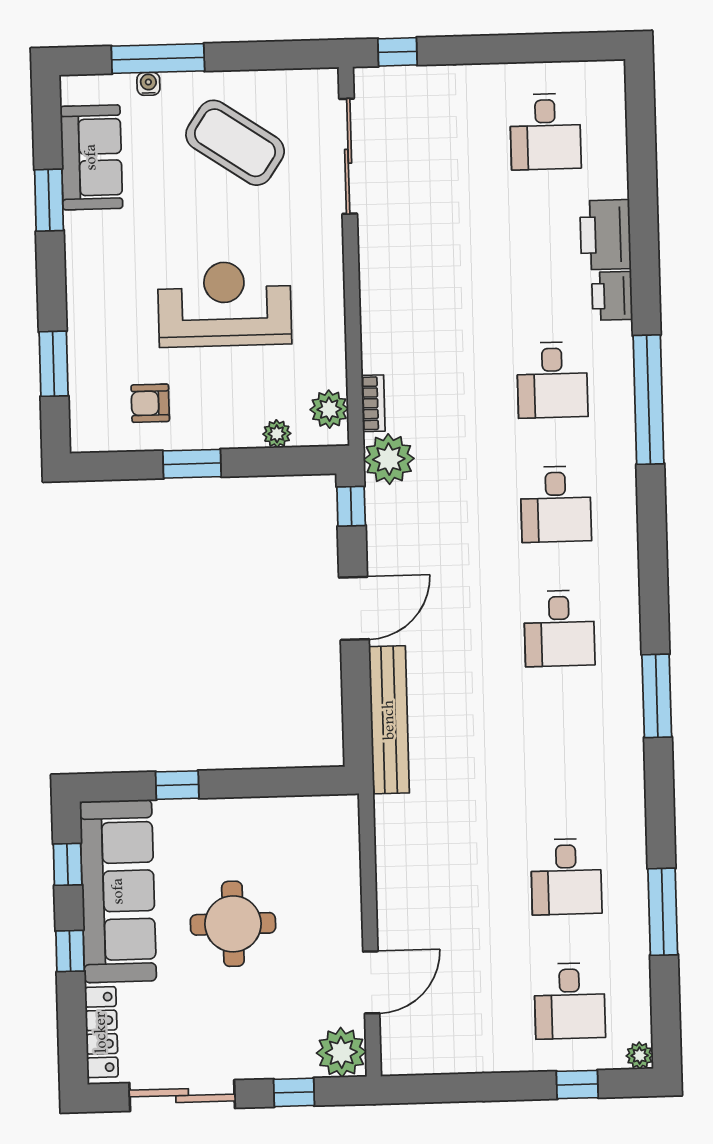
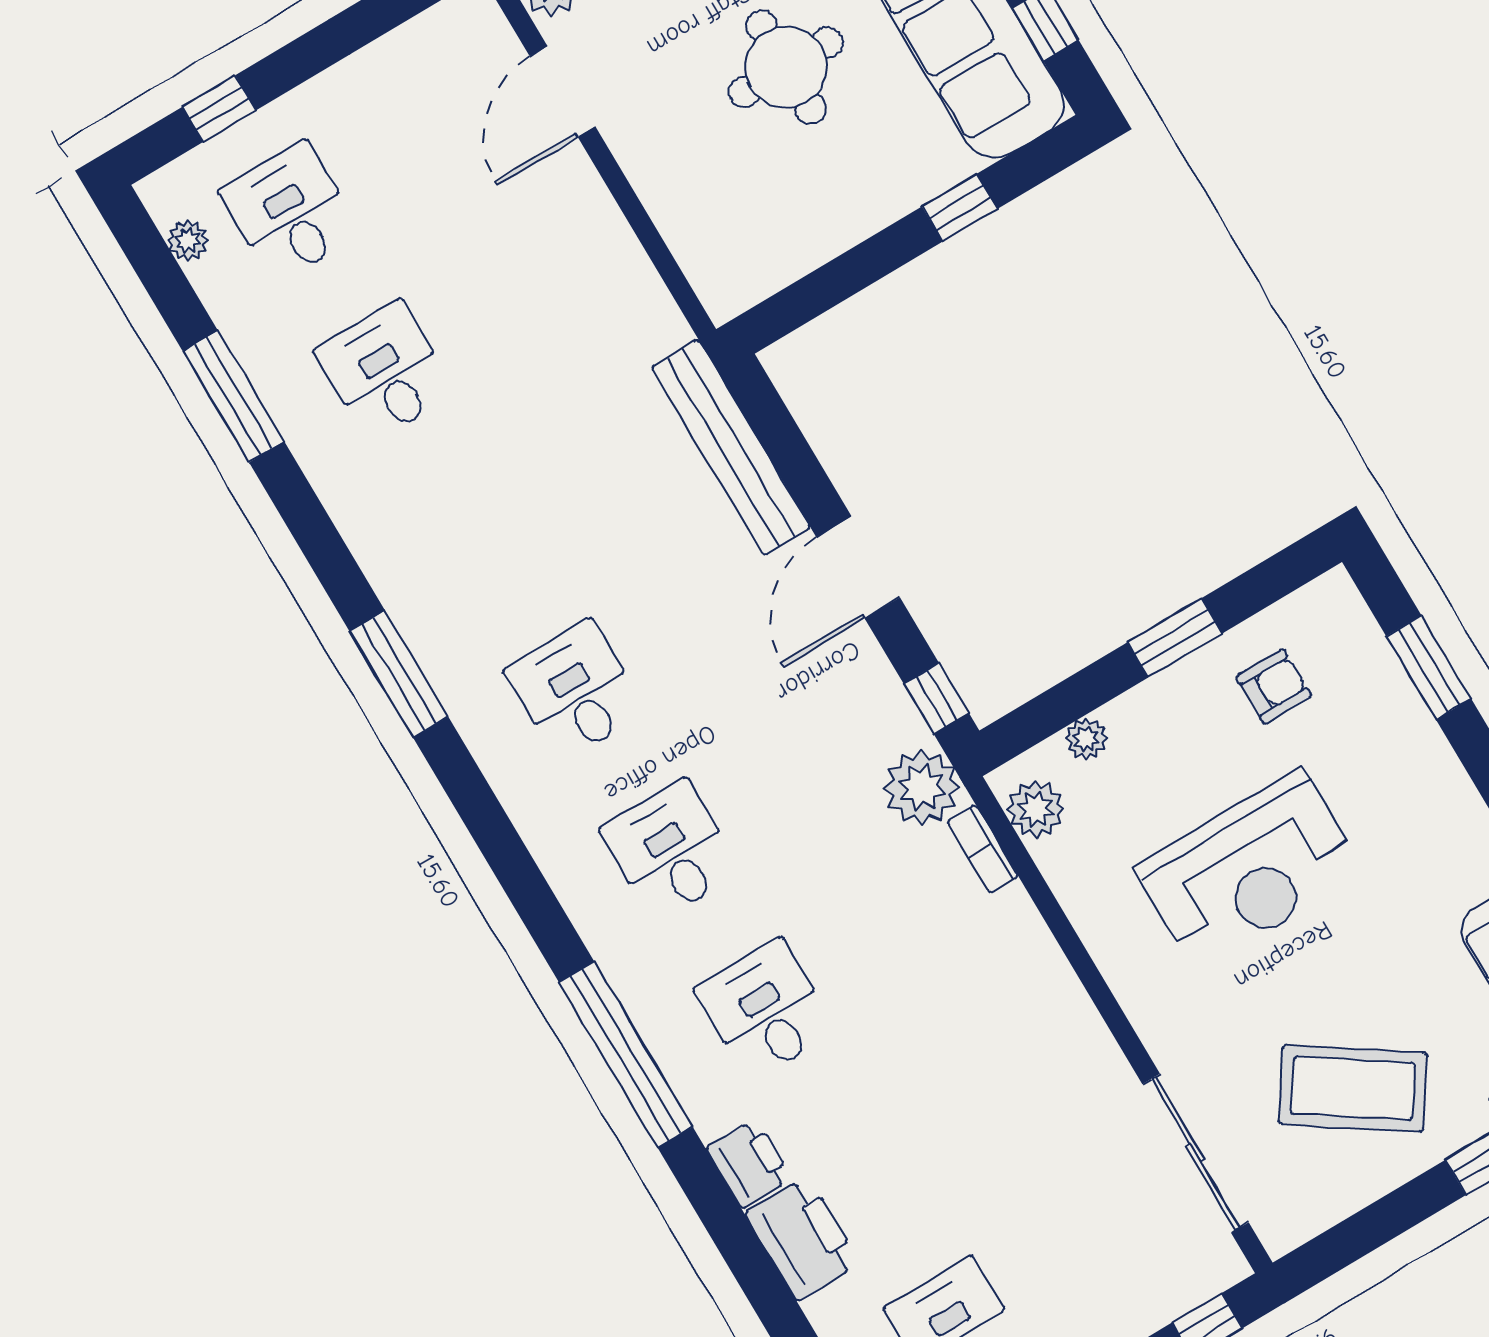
plant: (640, 1056) -> (188, 240), moved

